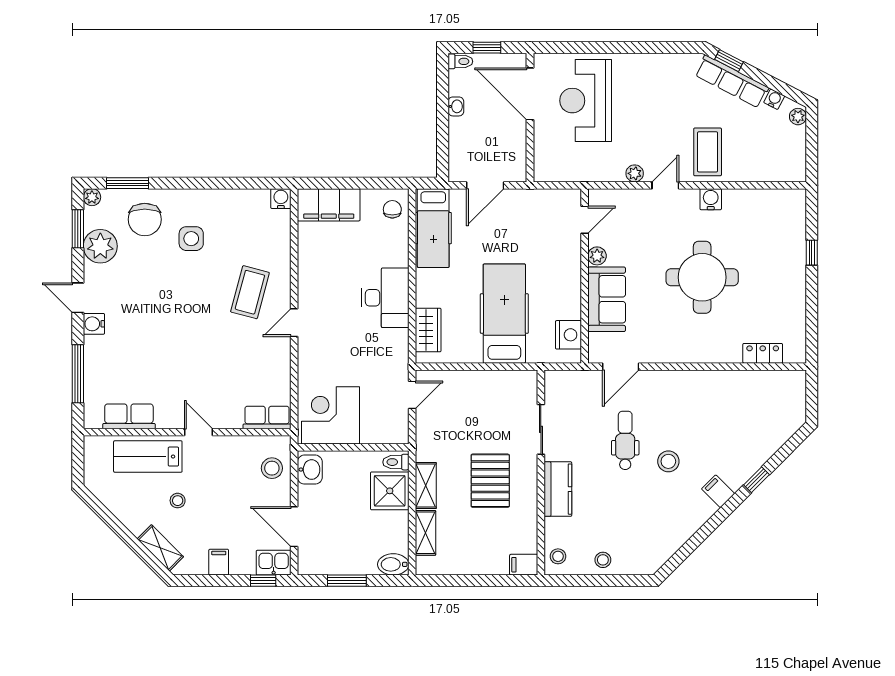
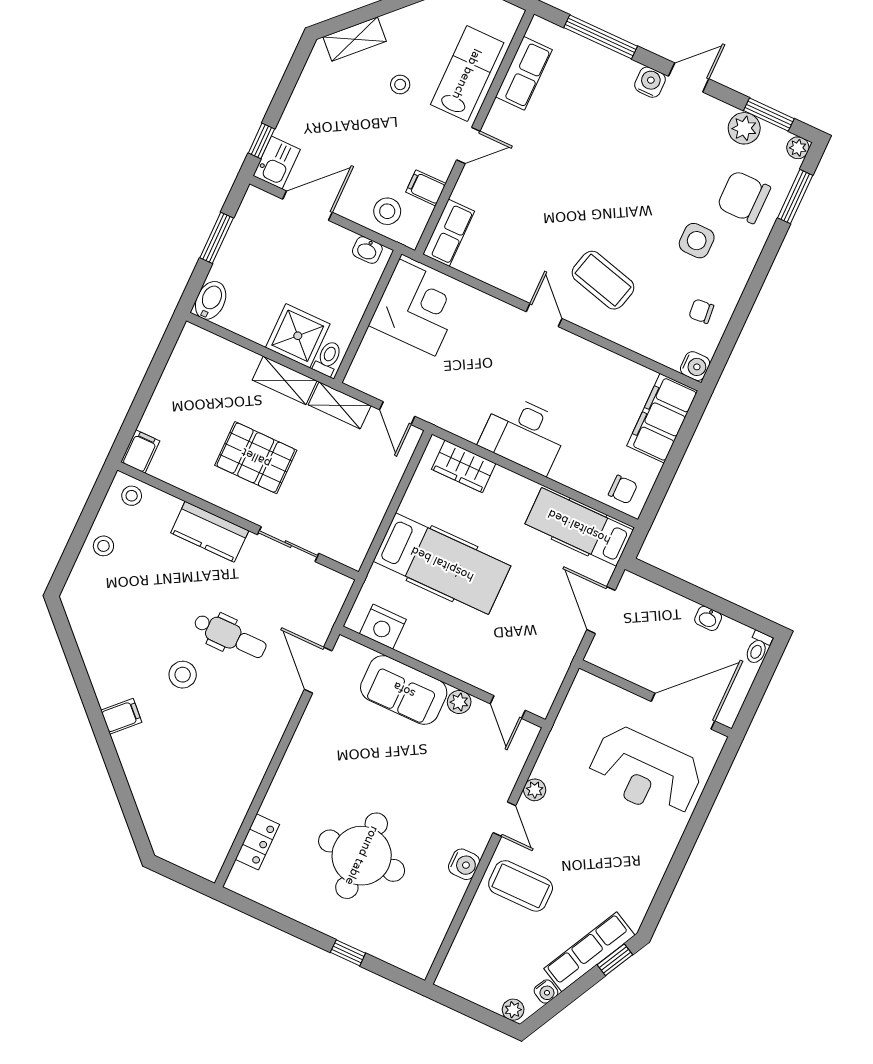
window: (487, 48) -> (760, 686), removed
reception desk: (586, 101) -> (645, 772), turned 180
chair: (240, 212) -> (701, 311), added
plant: (100, 246) -> (744, 128), width x0.73, depth x0.73
round table: (702, 277) -> (362, 856), moved
washbasin: (310, 470) -> (367, 250), width x0.72, depth x0.69
window: (756, 480) -> (114, 767), removed
shelving: (425, 533) -> (340, 405), moved
filing cabinet: (219, 562) -> (426, 188), moved, turned 180

